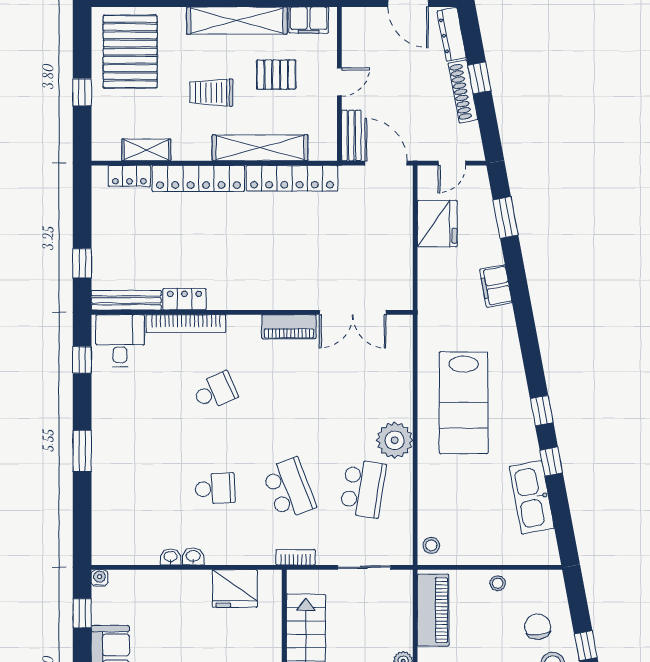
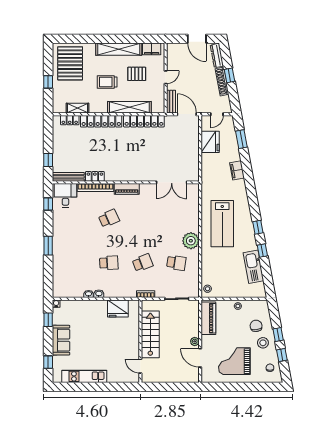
piano: (289, 327) -> (127, 189), moved
school desk: (289, 489) -> (143, 263), width x0.54
school desk: (363, 489) -> (176, 263), width x0.54

